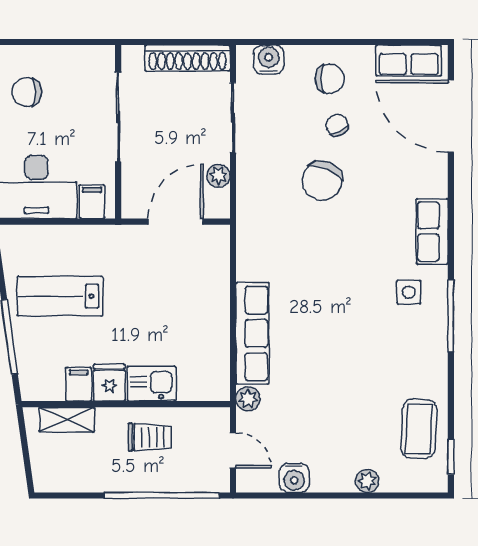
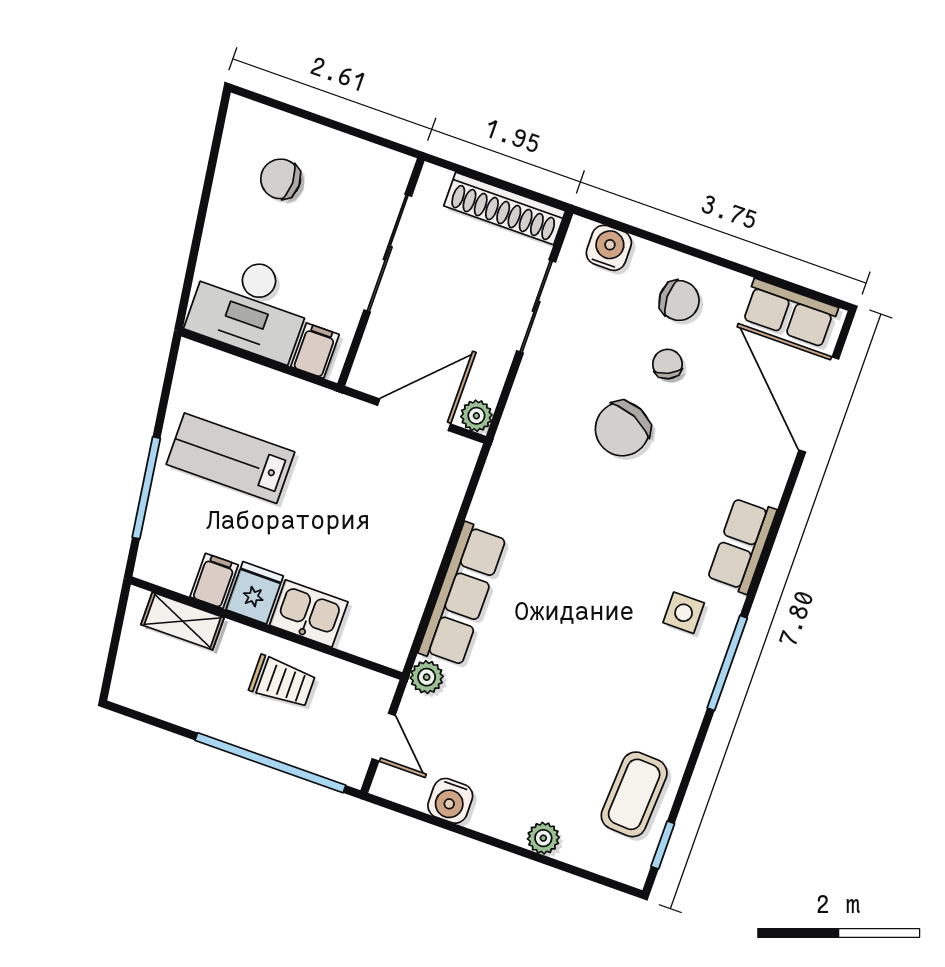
plant: (219, 176) -> (476, 416), moved

